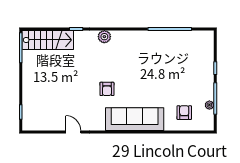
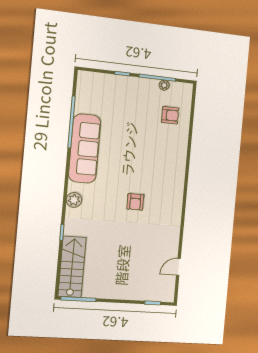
armchair: (107, 89) -> (135, 202), turned 90
armchair: (184, 113) -> (170, 115), turned 180
sofa: (135, 119) -> (85, 148), moved, turned 180
door: (73, 132) -> (178, 267), moved

